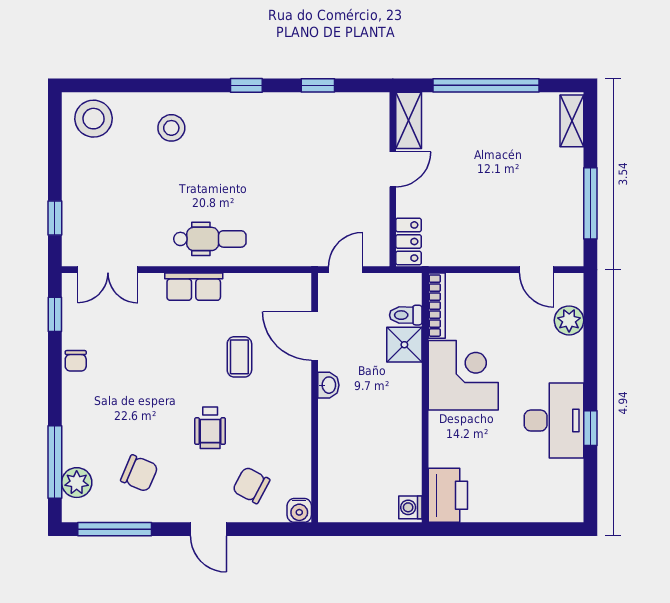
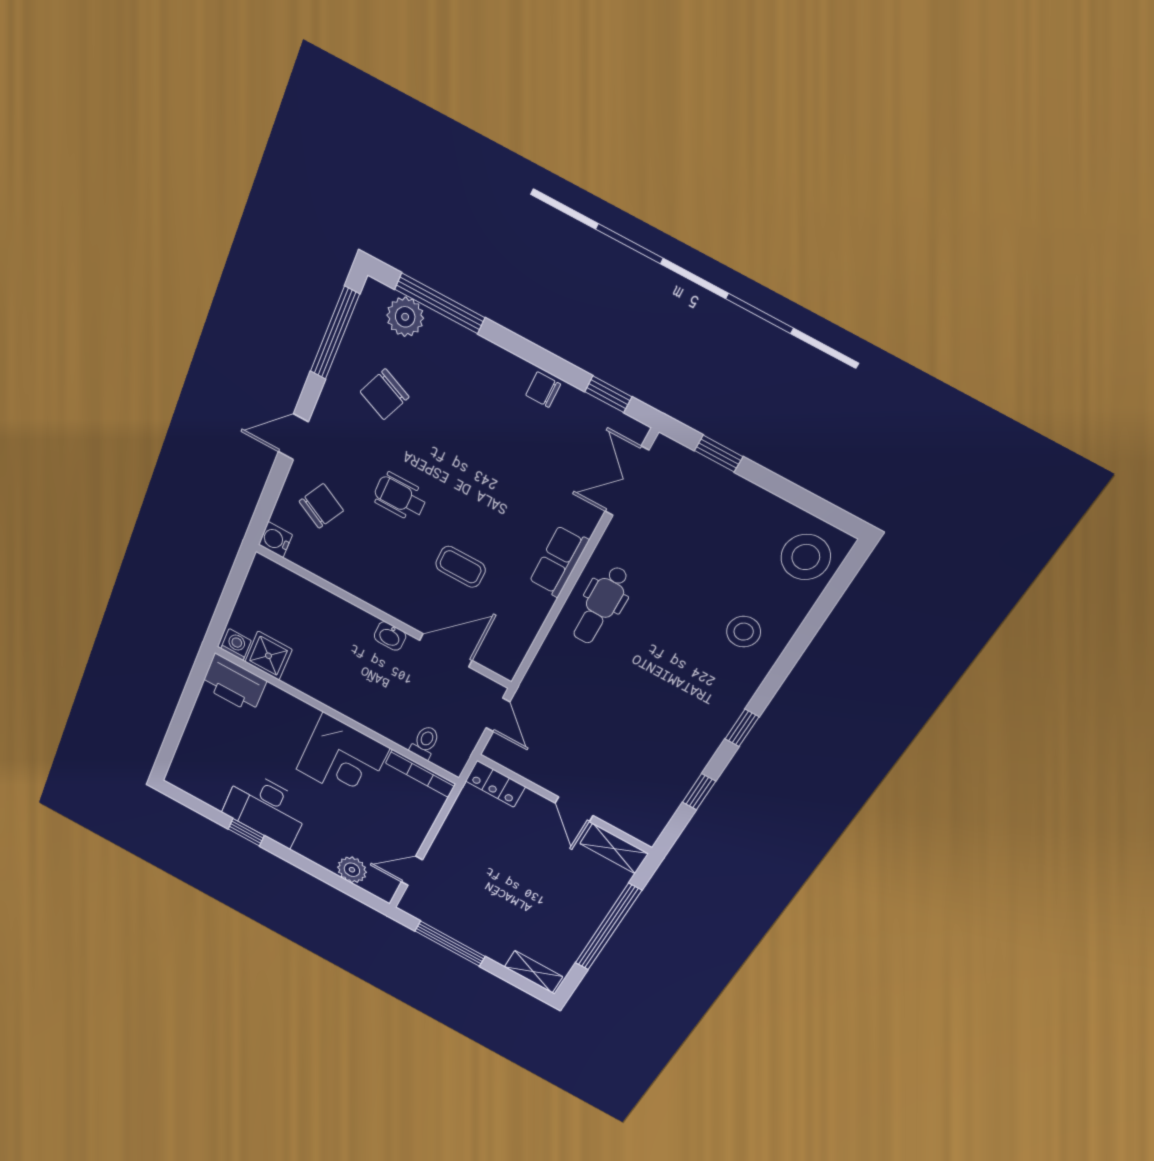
shower: (404, 345) -> (268, 656), moved

